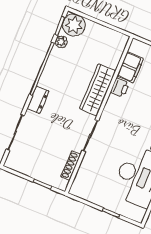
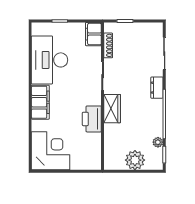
plant: (74, 25) -> (135, 160), moved
filing cabinet: (130, 67) -> (93, 34), moved
printer: (120, 88) -> (92, 119), width x1.87, depth x1.48
wardrobe: (98, 90) -> (112, 109), width x0.67

